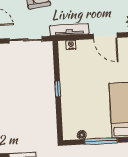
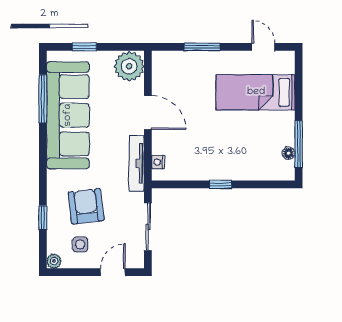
door: (105, 36) -> (148, 112), hinge flipped
window: (101, 141) -> (299, 144), moved

